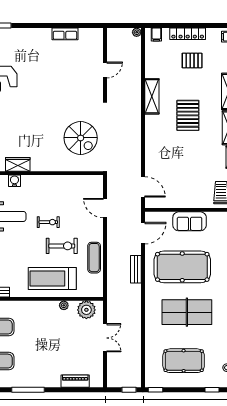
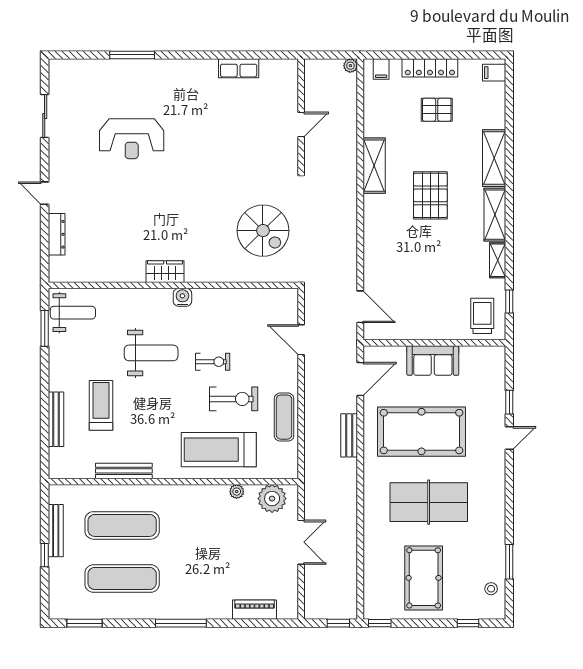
water cooler: (14, 181) -> (182, 297), moved
pool table: (184, 361) -> (424, 578), turned 90

